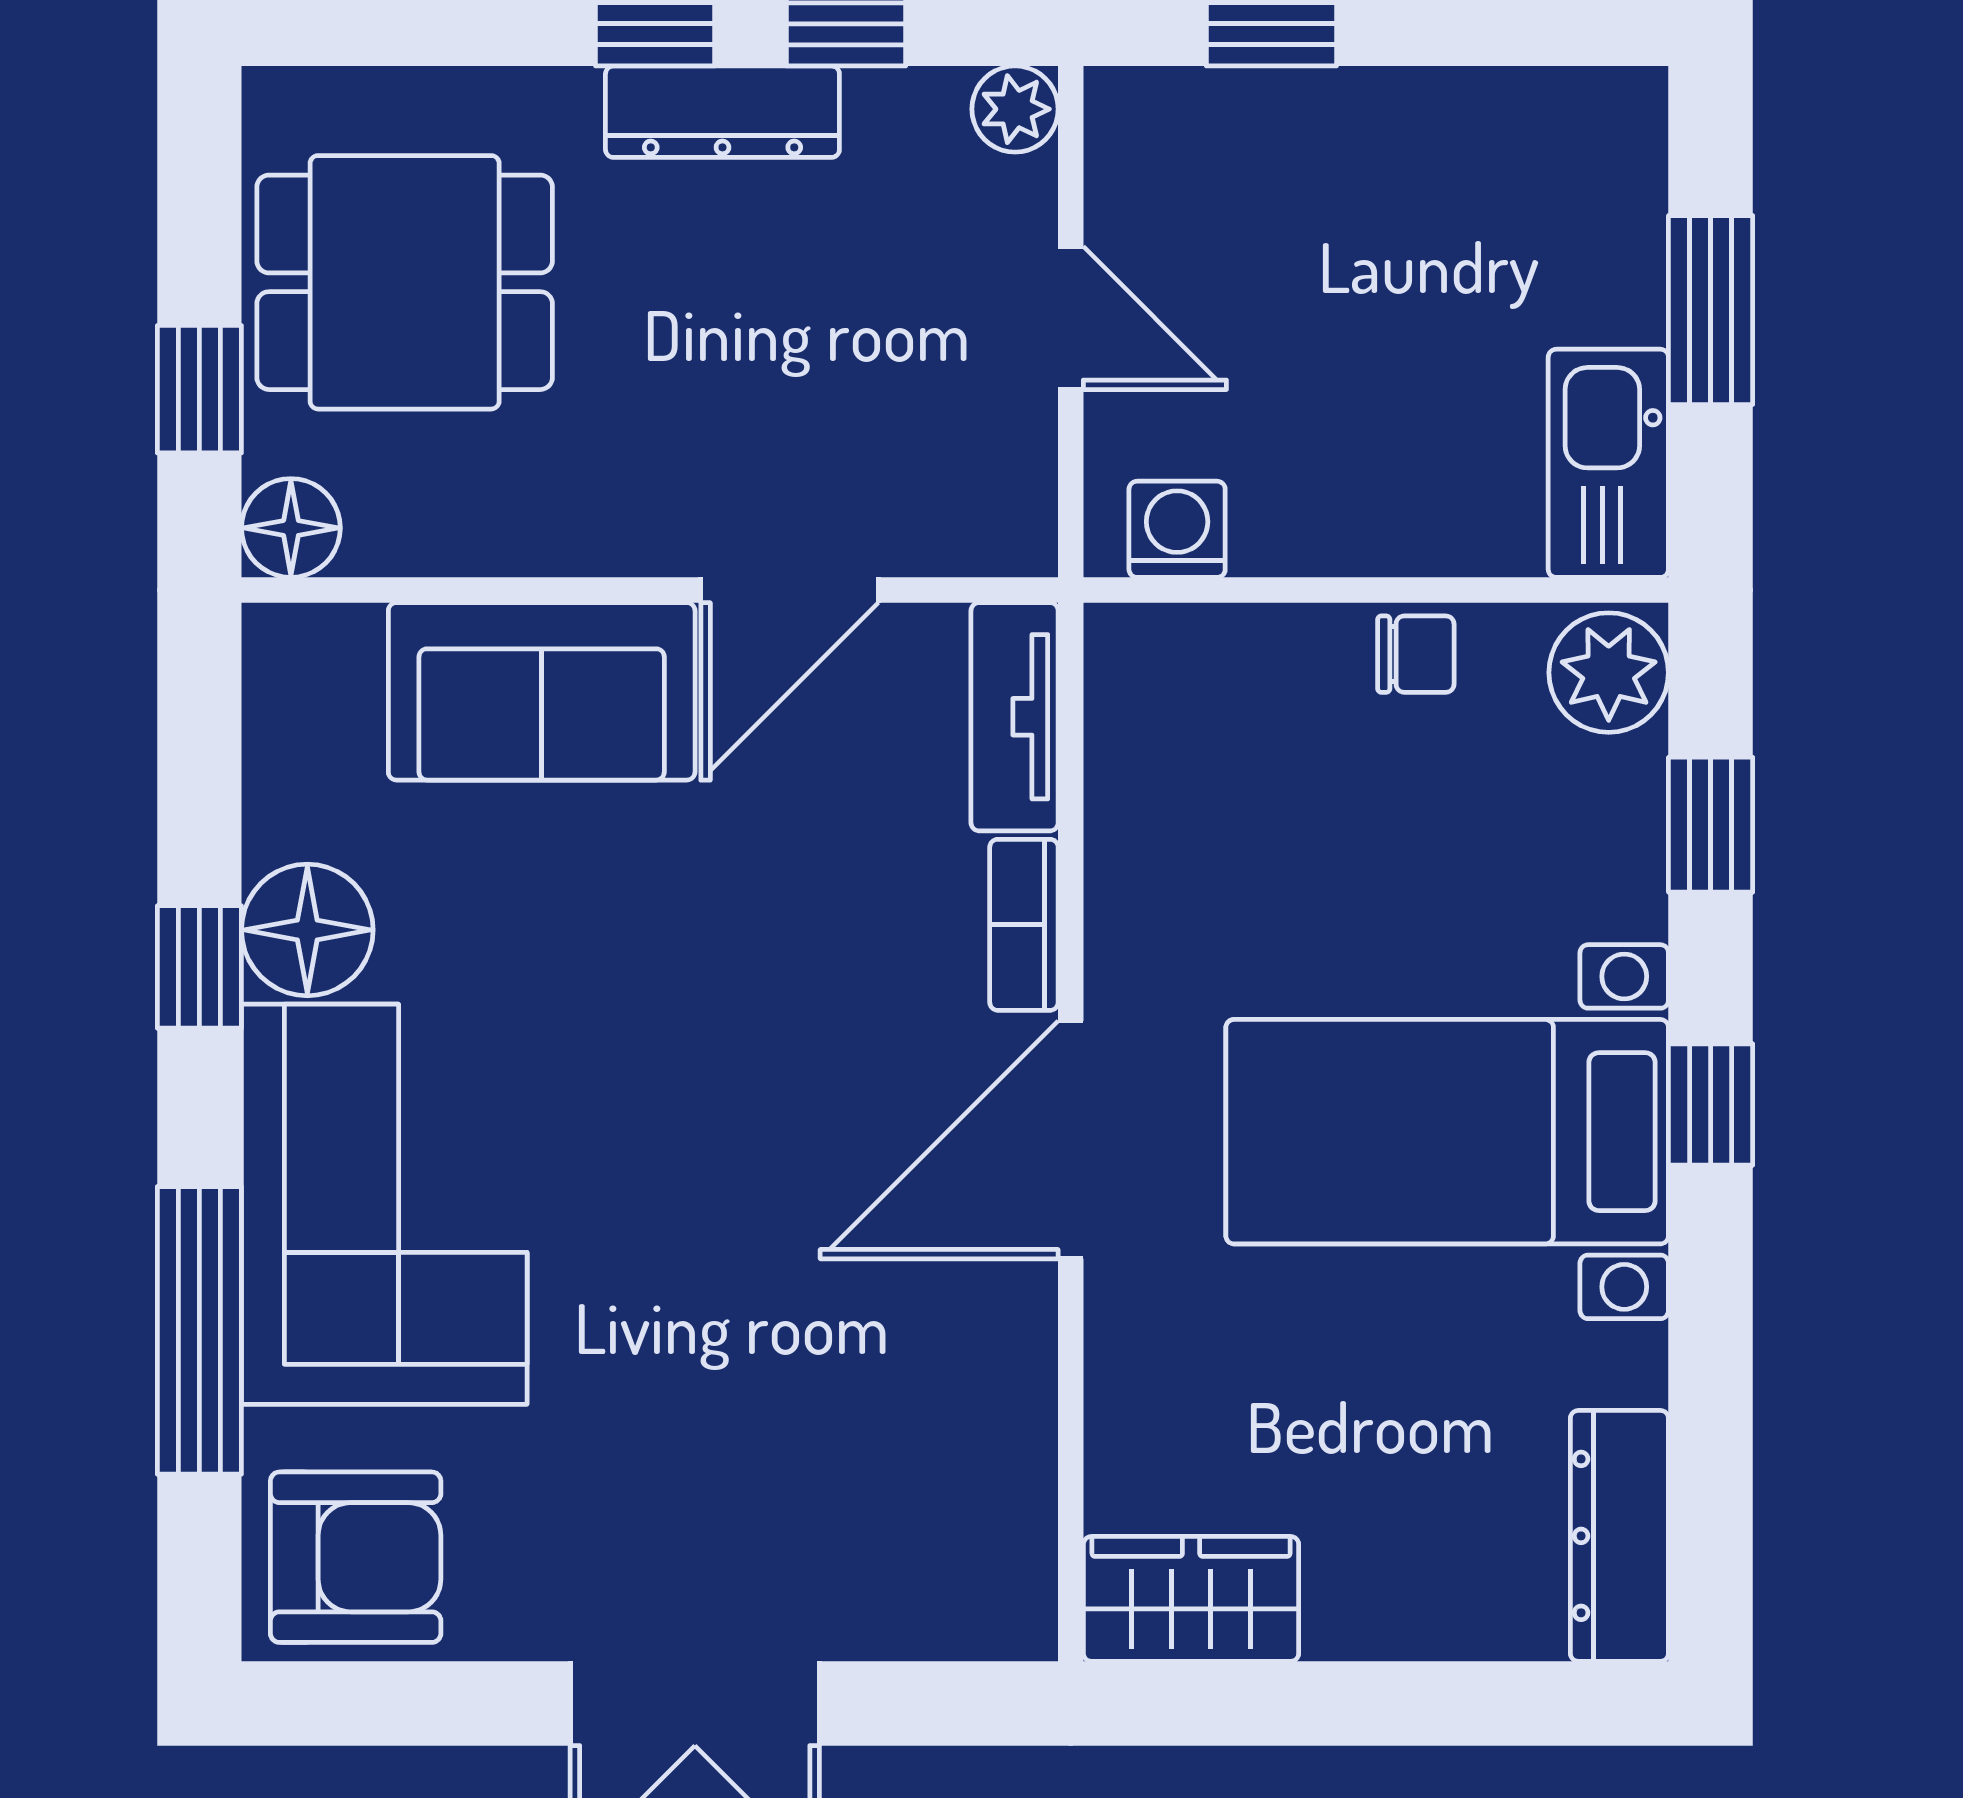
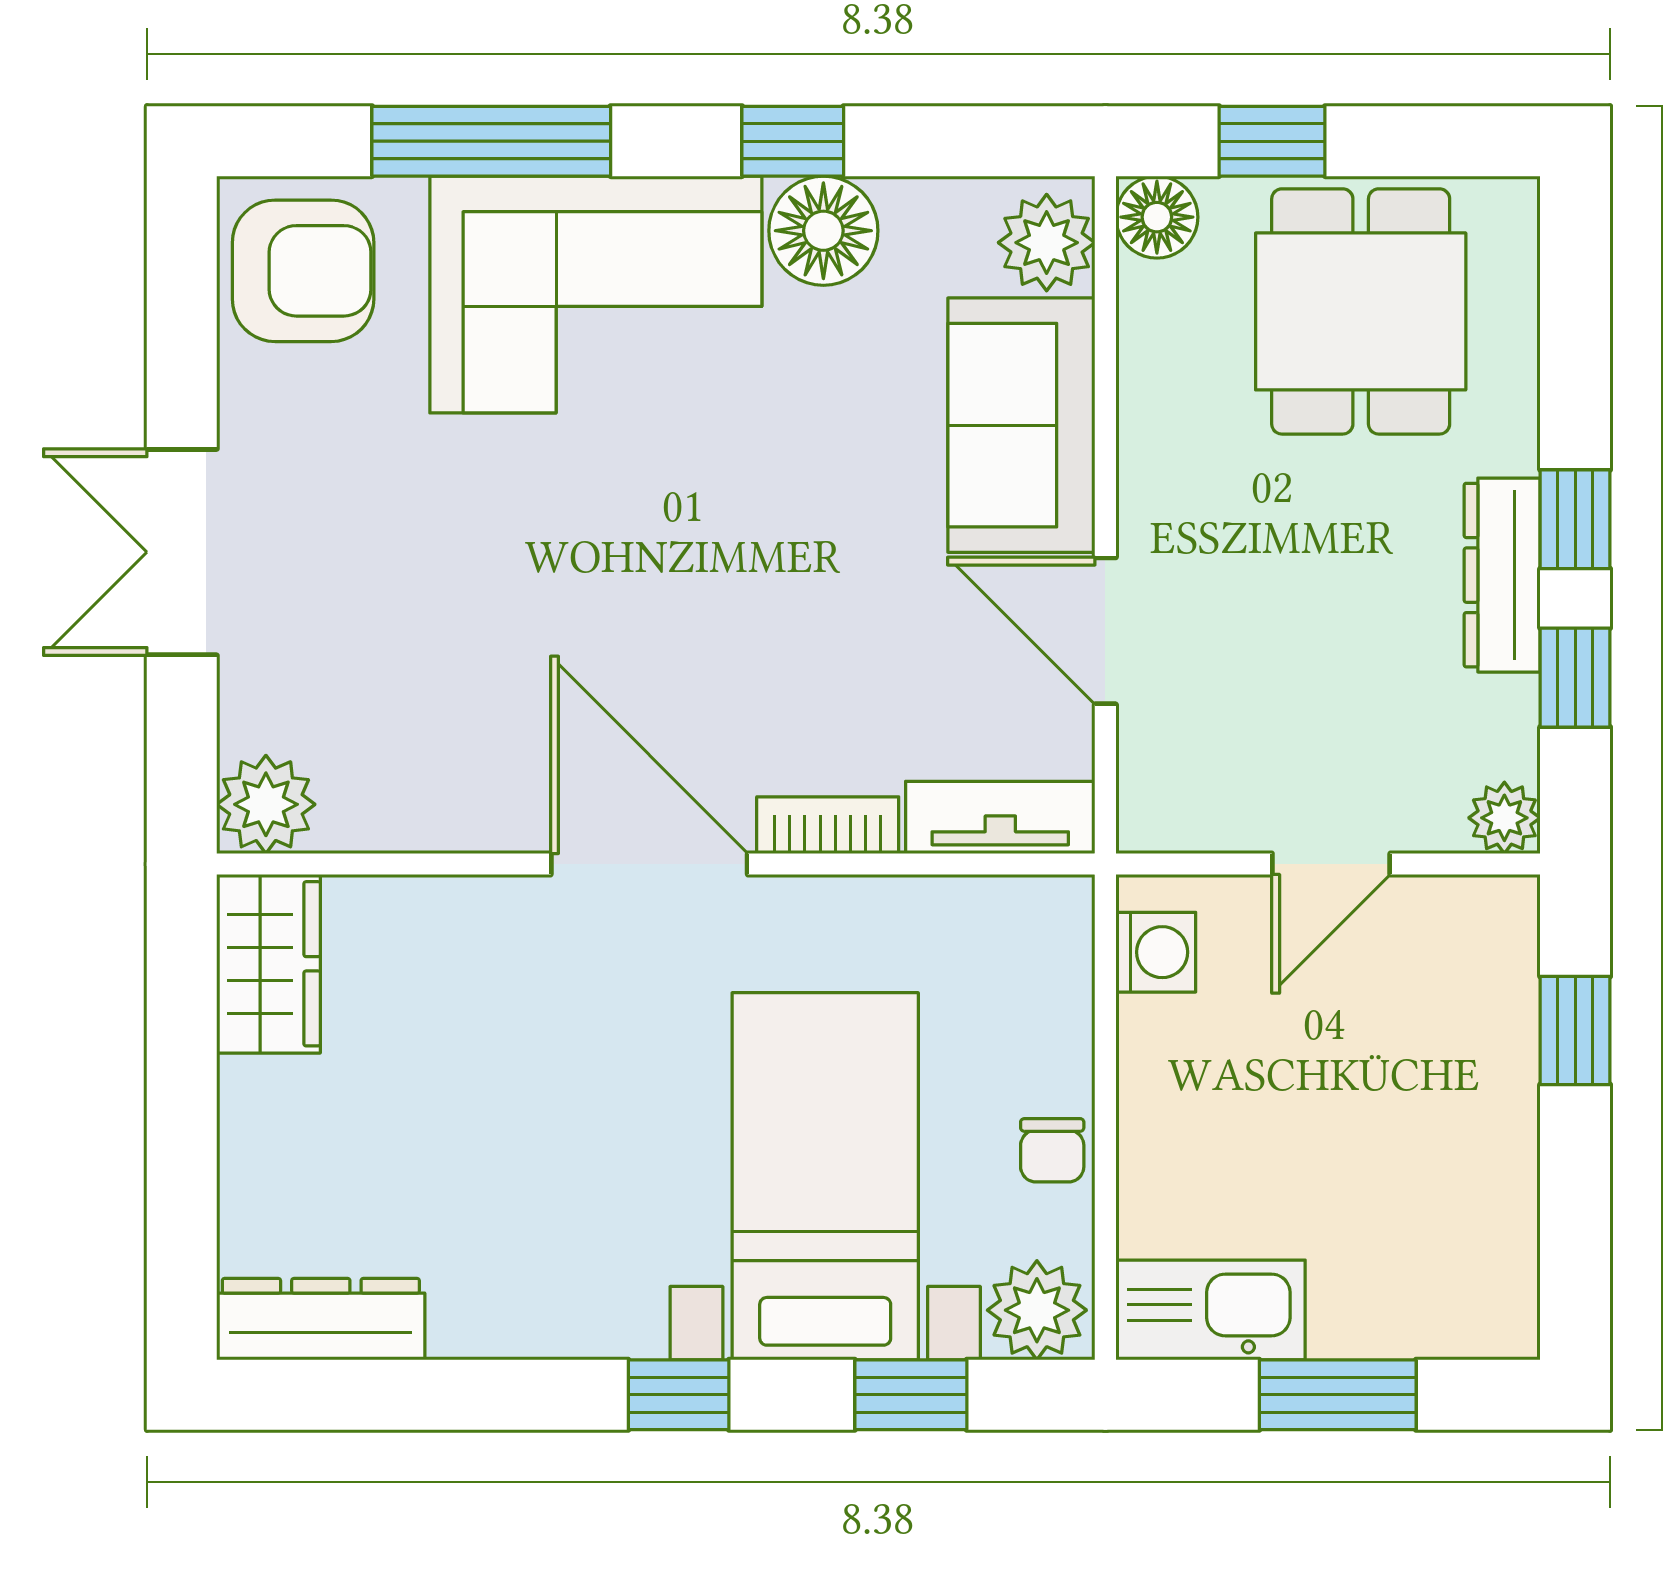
plant: (322, 661) -> (1047, 243), added
bed with nightstands: (1447, 1132) -> (825, 1176), moved
armchair: (356, 1557) -> (303, 271), turned -90
plant: (999, 1602) -> (266, 804), added

